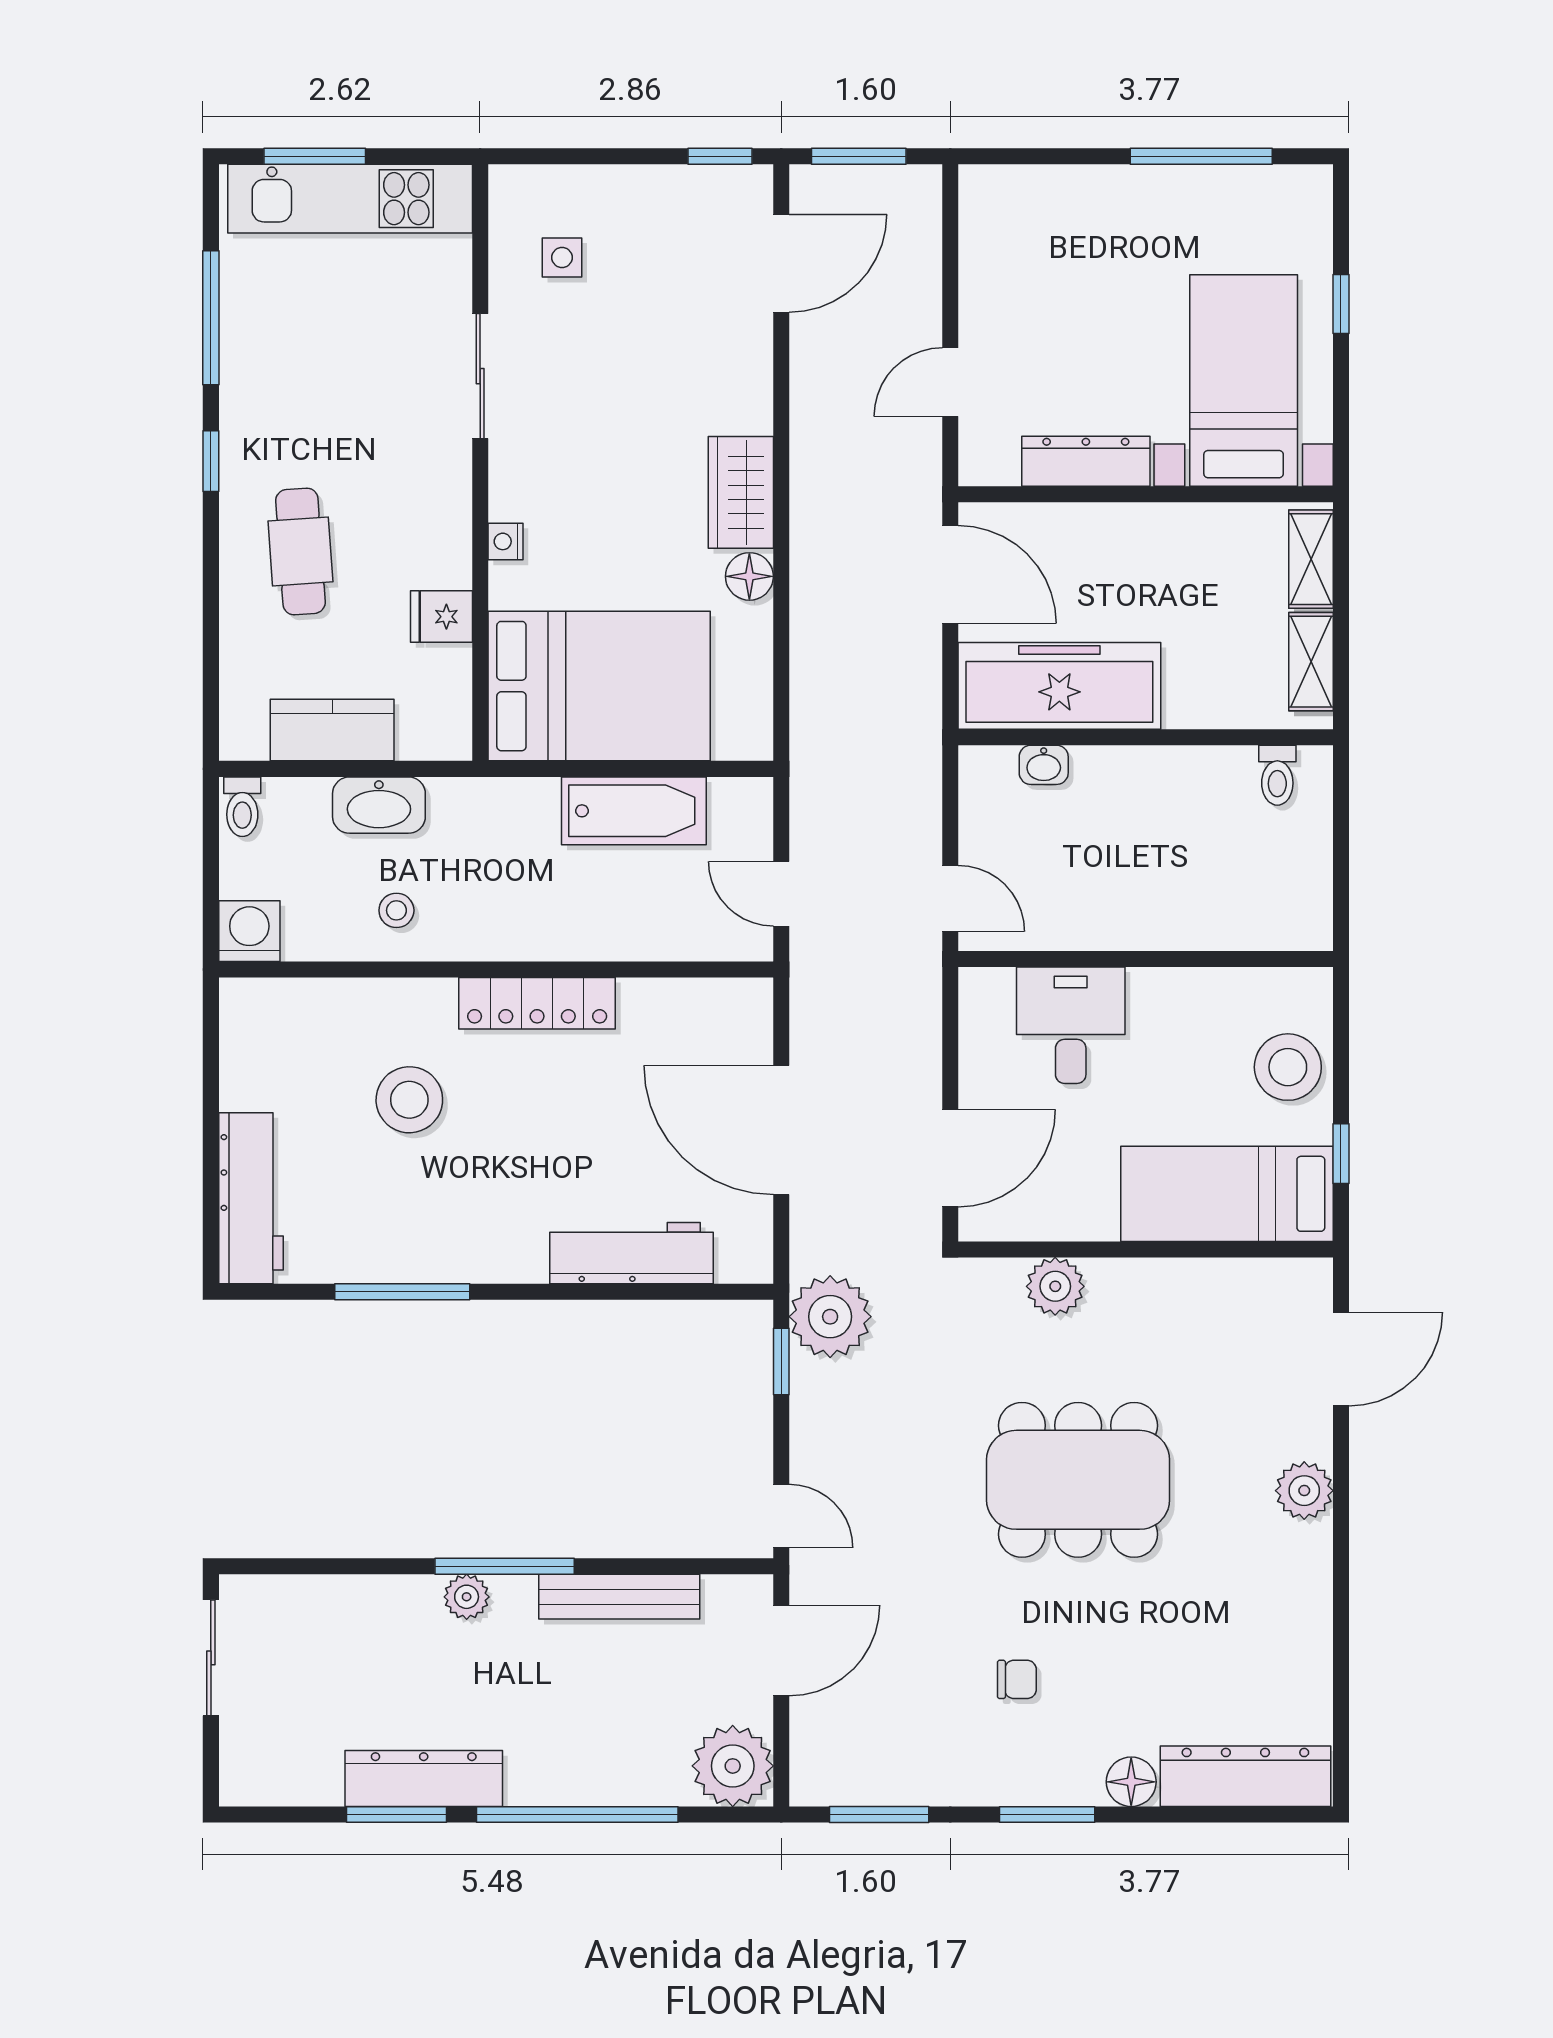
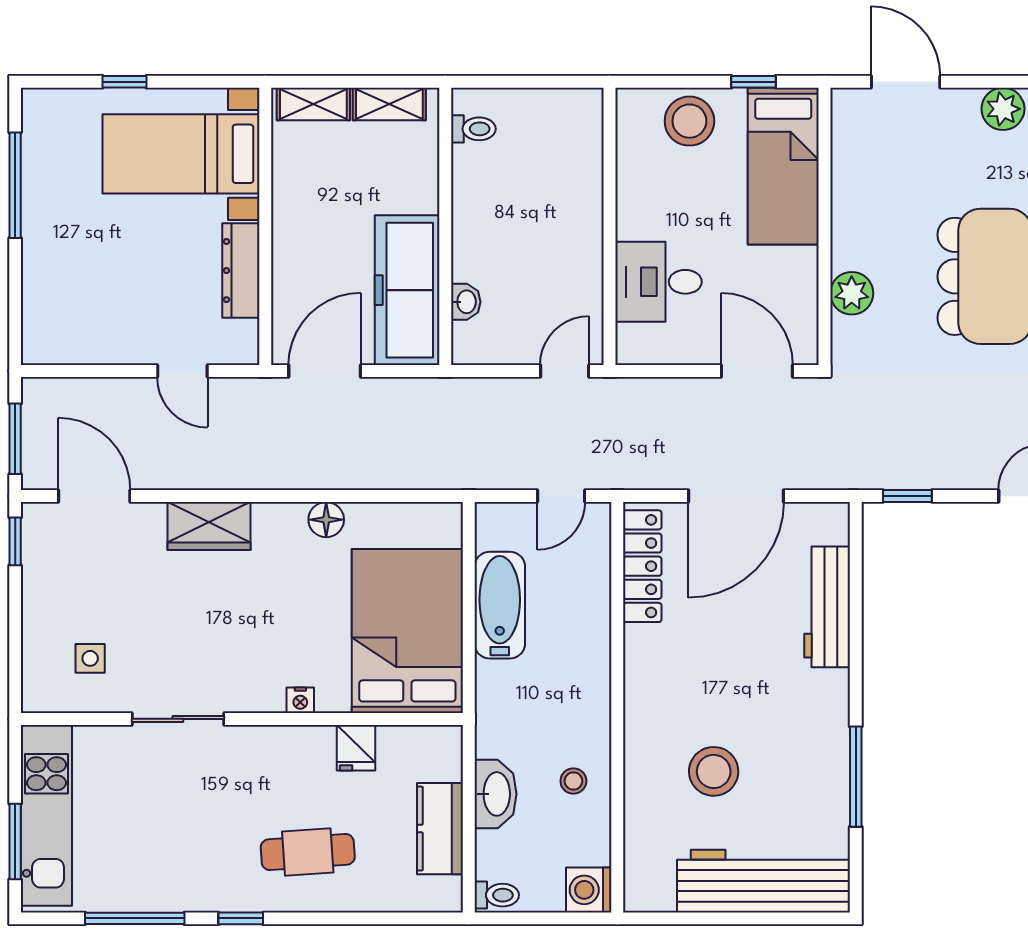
wardrobe: (741, 492) -> (209, 526), moved
locker: (537, 1003) -> (642, 566), moved
workbench: (251, 1198) -> (763, 881), width x1.36, depth x1.32
plant: (830, 1317) -> (874, 460), removed

